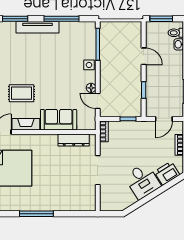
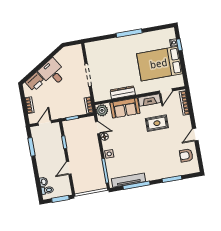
tv unit: (37, 27) -> (128, 180), moved
door: (144, 56) -> (69, 168), hinge flipped
plant: (88, 122) -> (102, 110), added
dresser: (74, 140) -> (123, 92), moved

